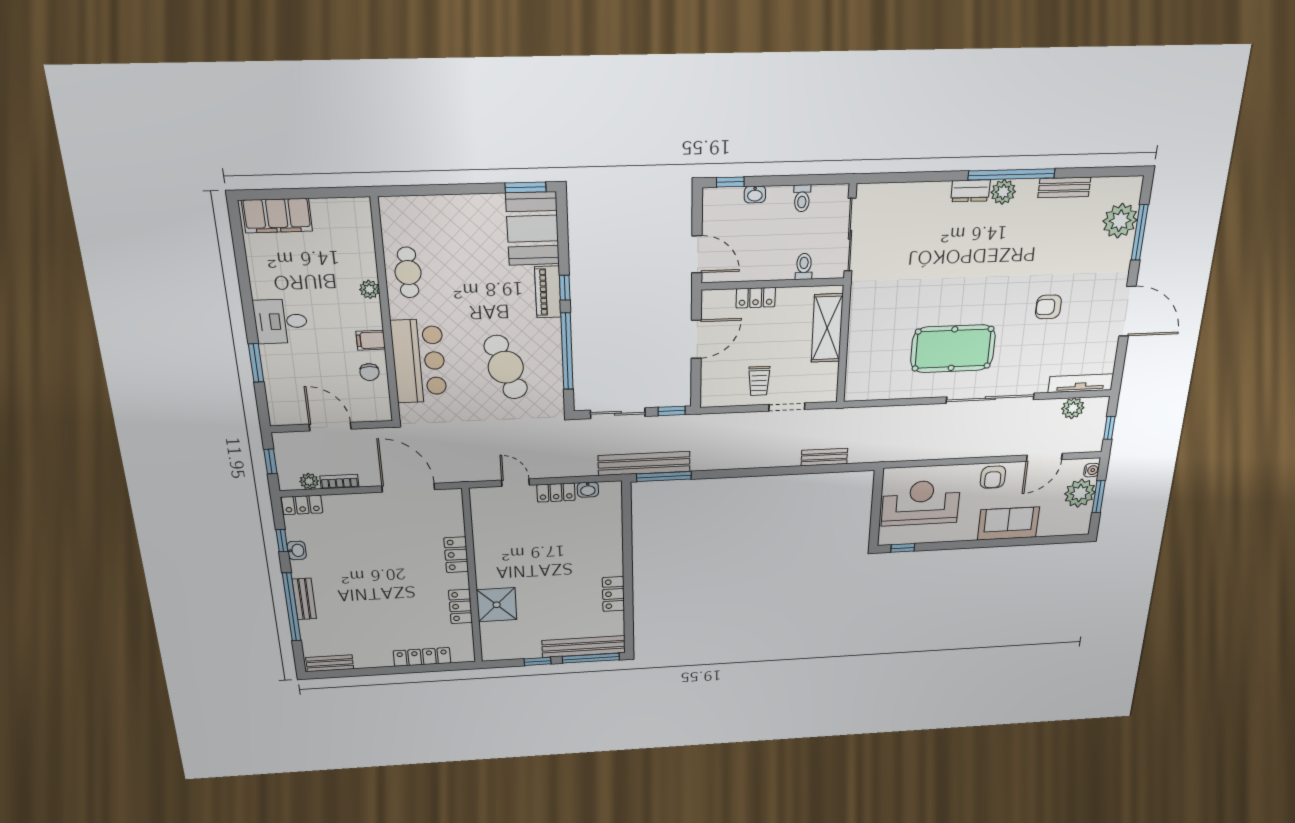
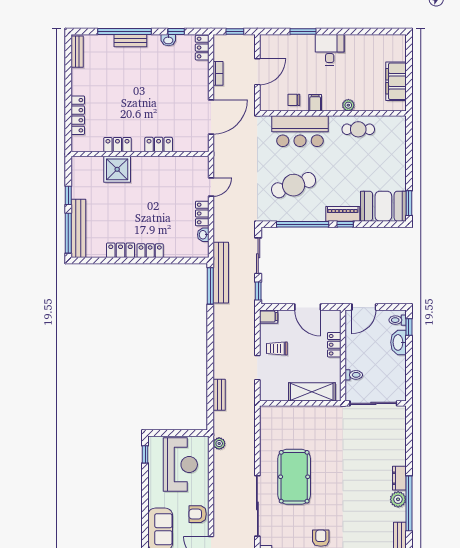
washbasin: (755, 194) -> (398, 342), width x1.91, depth x1.45
toilet: (802, 198) -> (398, 320), moved
filing cabinet: (277, 216) -> (396, 81), moved
filing cabinet: (710, 395) -> (269, 317), added
plant: (309, 481) -> (219, 443), moved
locker: (613, 557) -> (150, 251), added

